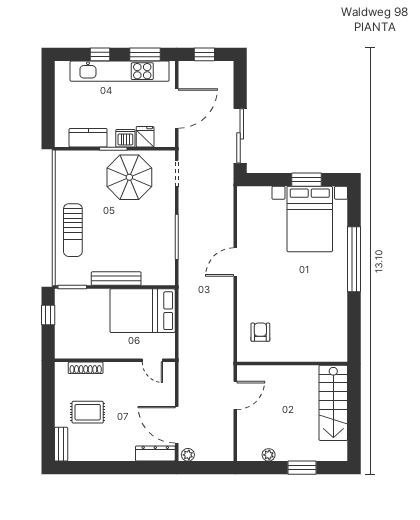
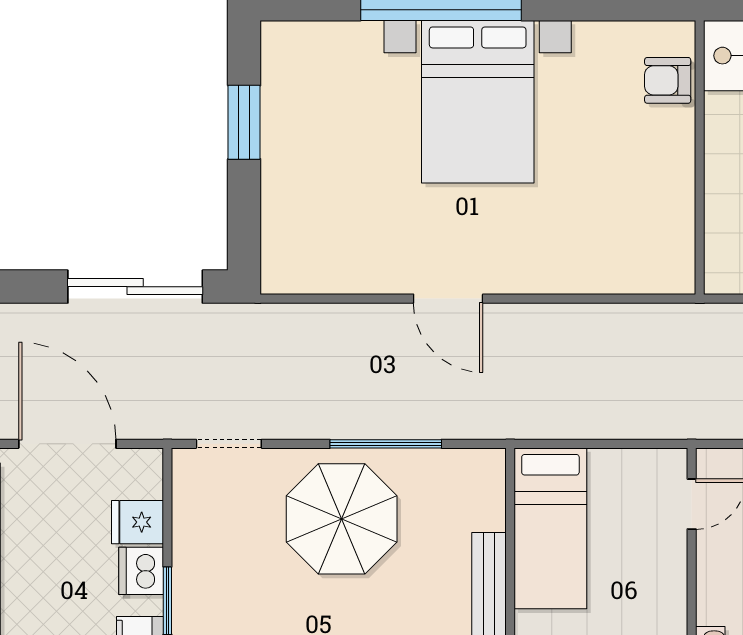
parasol: (129, 177) -> (342, 519), moved
bed with nightstands: (310, 219) -> (478, 102), moved, turned 90
bed: (143, 311) -> (550, 528), width x0.67
armchair: (260, 332) -> (668, 80), moved

